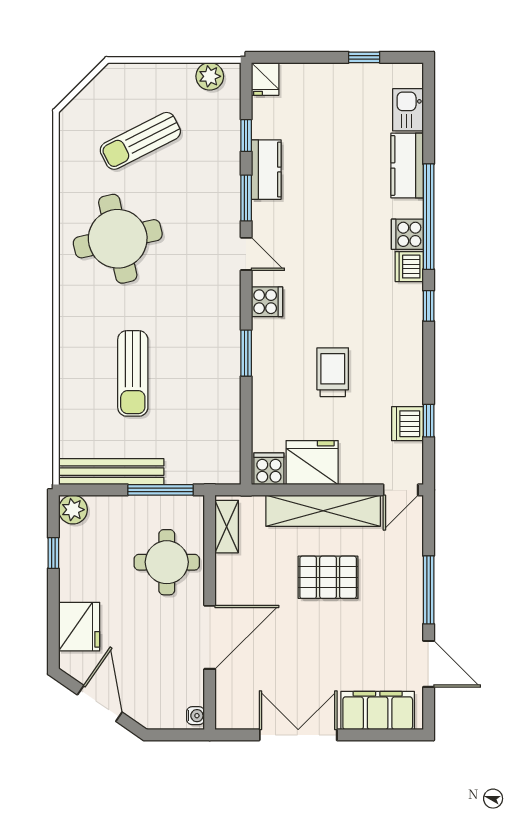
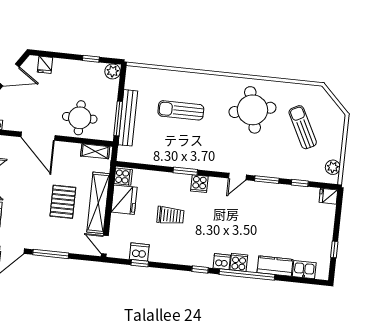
kitchen counter: (266, 170) -> (281, 192), removed
cooker: (267, 302) -> (199, 184), moved
bench: (111, 472) -> (128, 118), moved
fridge: (79, 627) -> (45, 65), width x0.53, depth x0.75

